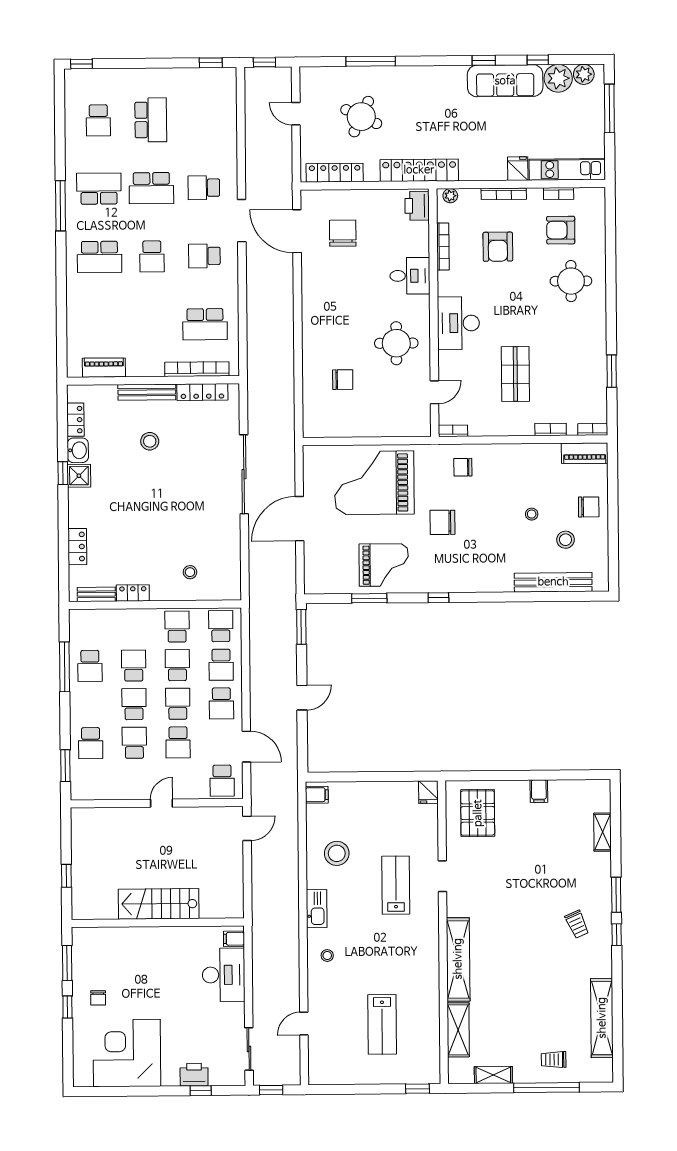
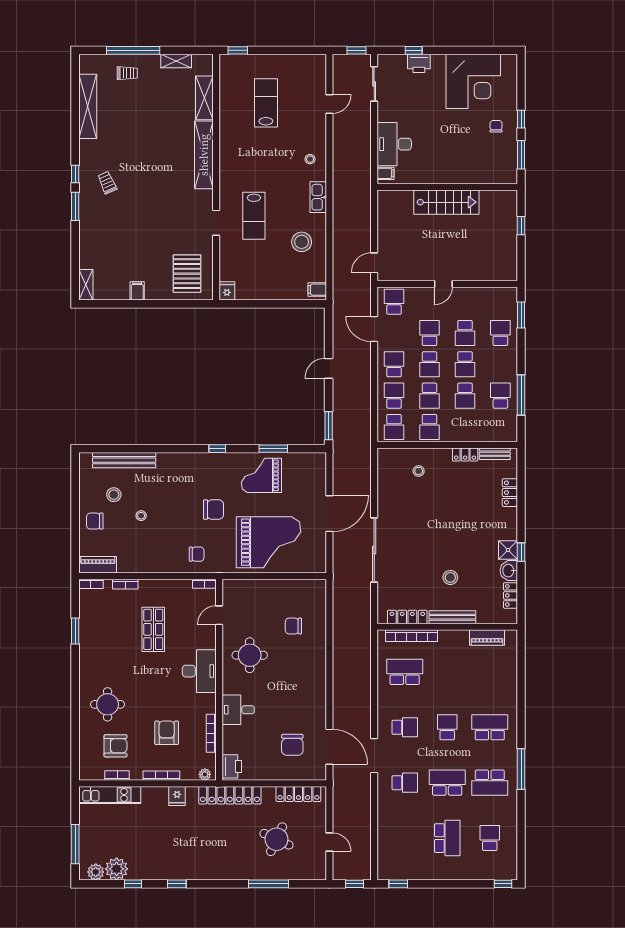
sofa: (505, 81) -> (160, 867), removed
school desk: (151, 120) -> (447, 838), turned 180
fridge: (518, 169) -> (177, 796), moved
shelving: (603, 832) -> (86, 285), moved

